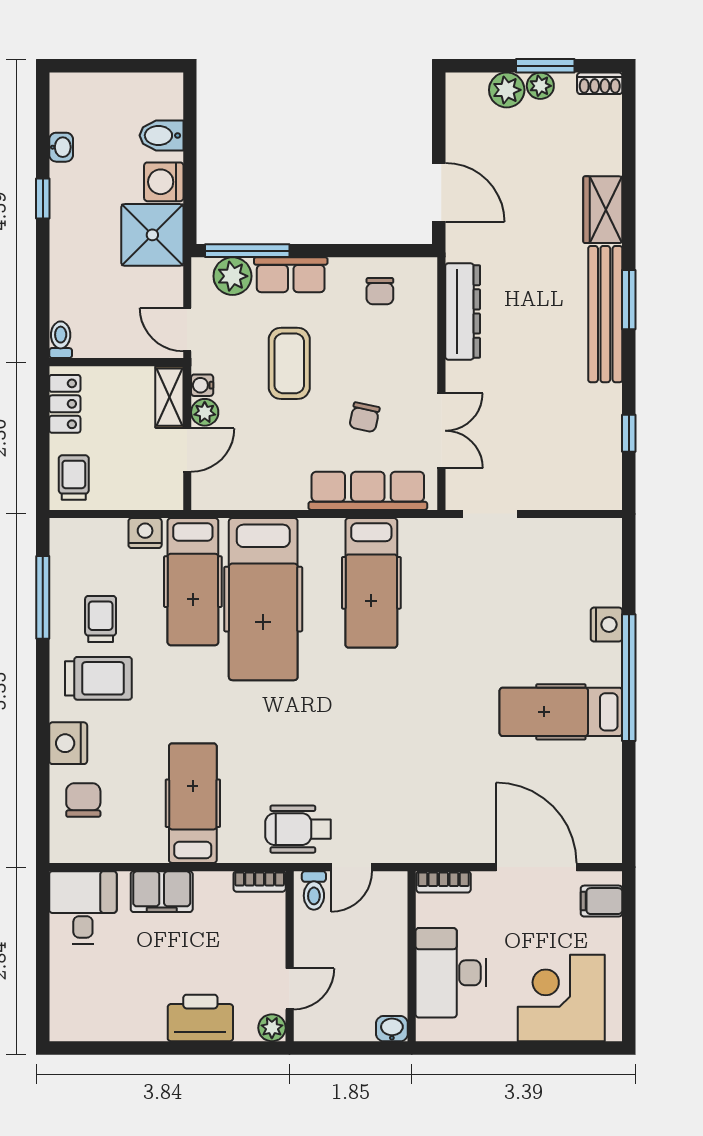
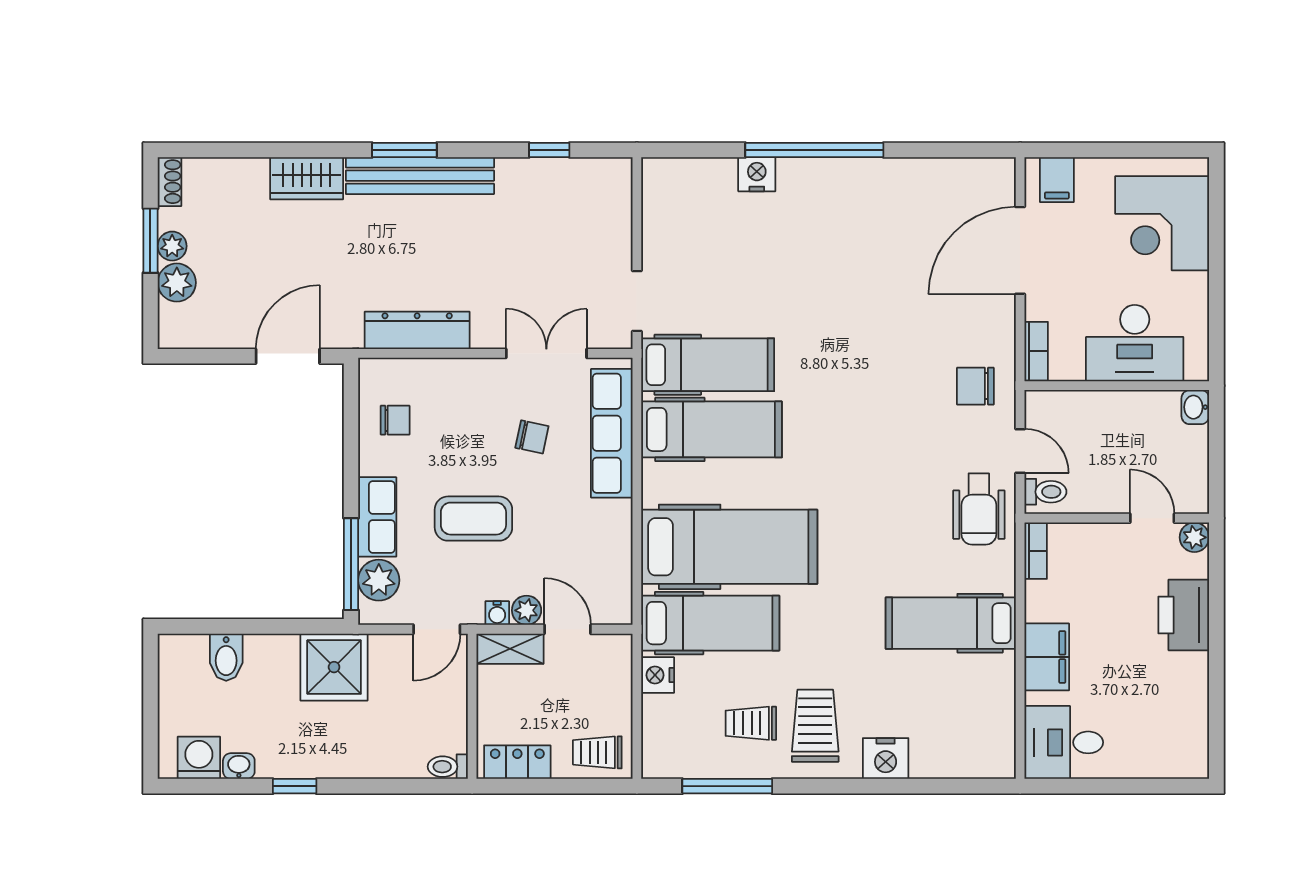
washing machine: (164, 182) -> (199, 758), moved, turned 180
hospital bed: (561, 712) -> (708, 365), moved, turned -90
chair: (83, 800) -> (975, 386), moved

